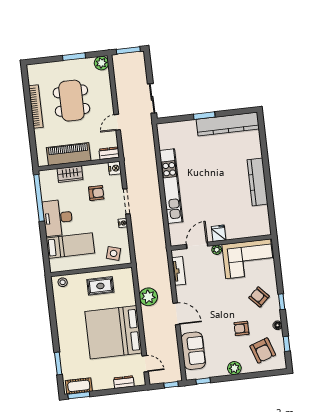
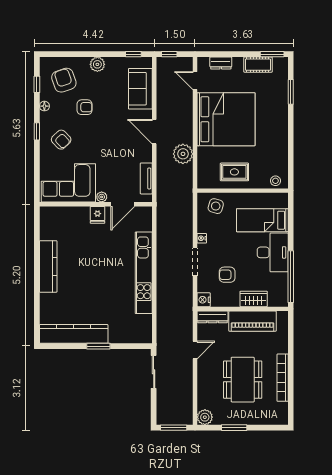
dresser: (109, 153) -> (212, 317), width x1.44
cot: (79, 386) -> (258, 65), moved

